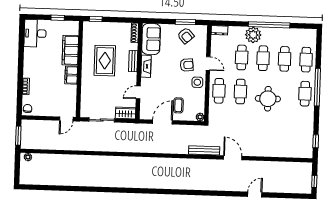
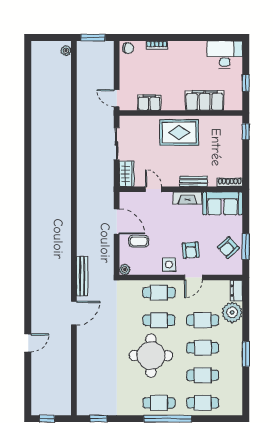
window: (269, 25) -> (246, 354), width x0.47
plant: (253, 35) -> (232, 312), moved
rug: (105, 61) -> (179, 133), moved
filing cabinet: (71, 75) -> (149, 103), moved
round table: (268, 99) -> (151, 356), width x1.36, depth x1.36
door: (255, 194) -> (28, 343), hinge flipped

